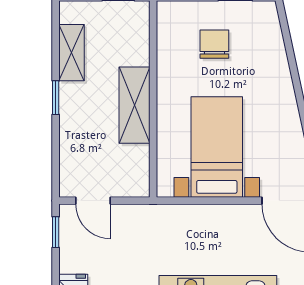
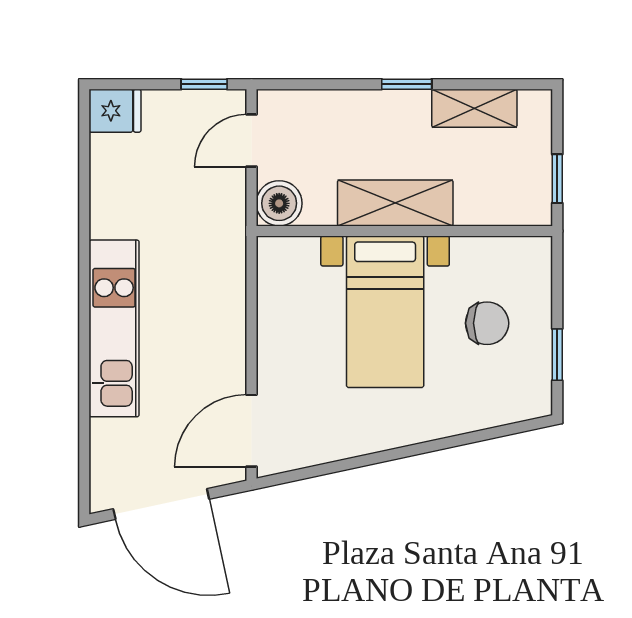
bed with nightstands: (217, 147) -> (385, 312), moved, turned 90
boiler: (135, 182) -> (279, 203), added

